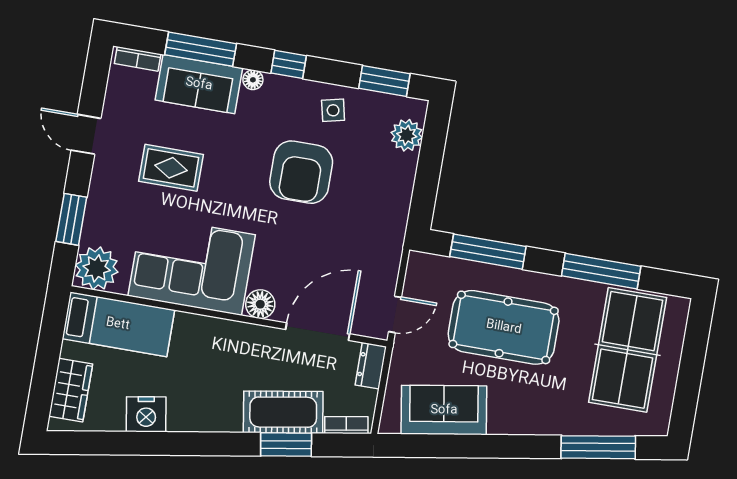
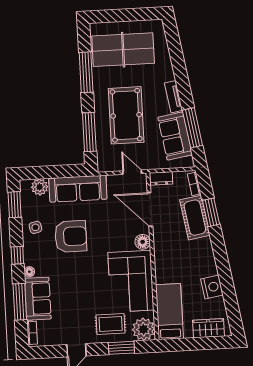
rug: (171, 168) -> (111, 324), moved, turned 90
sofa: (387, 206) -> (78, 189), added
tv unit: (518, 424) -> (173, 97), added
window: (598, 447) -> (192, 128), moved

